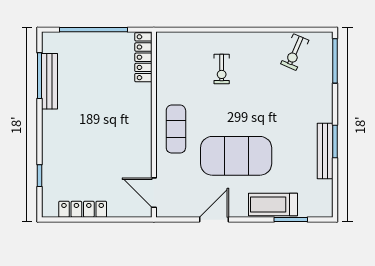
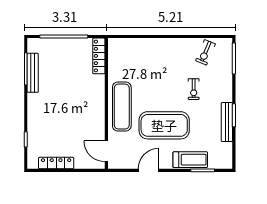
exercise bike: (222, 69) -> (194, 89), moved
exercise mat: (176, 129) -> (122, 107), width x1.36, depth x1.45
treadmill: (273, 205) -> (190, 160), turned 180

